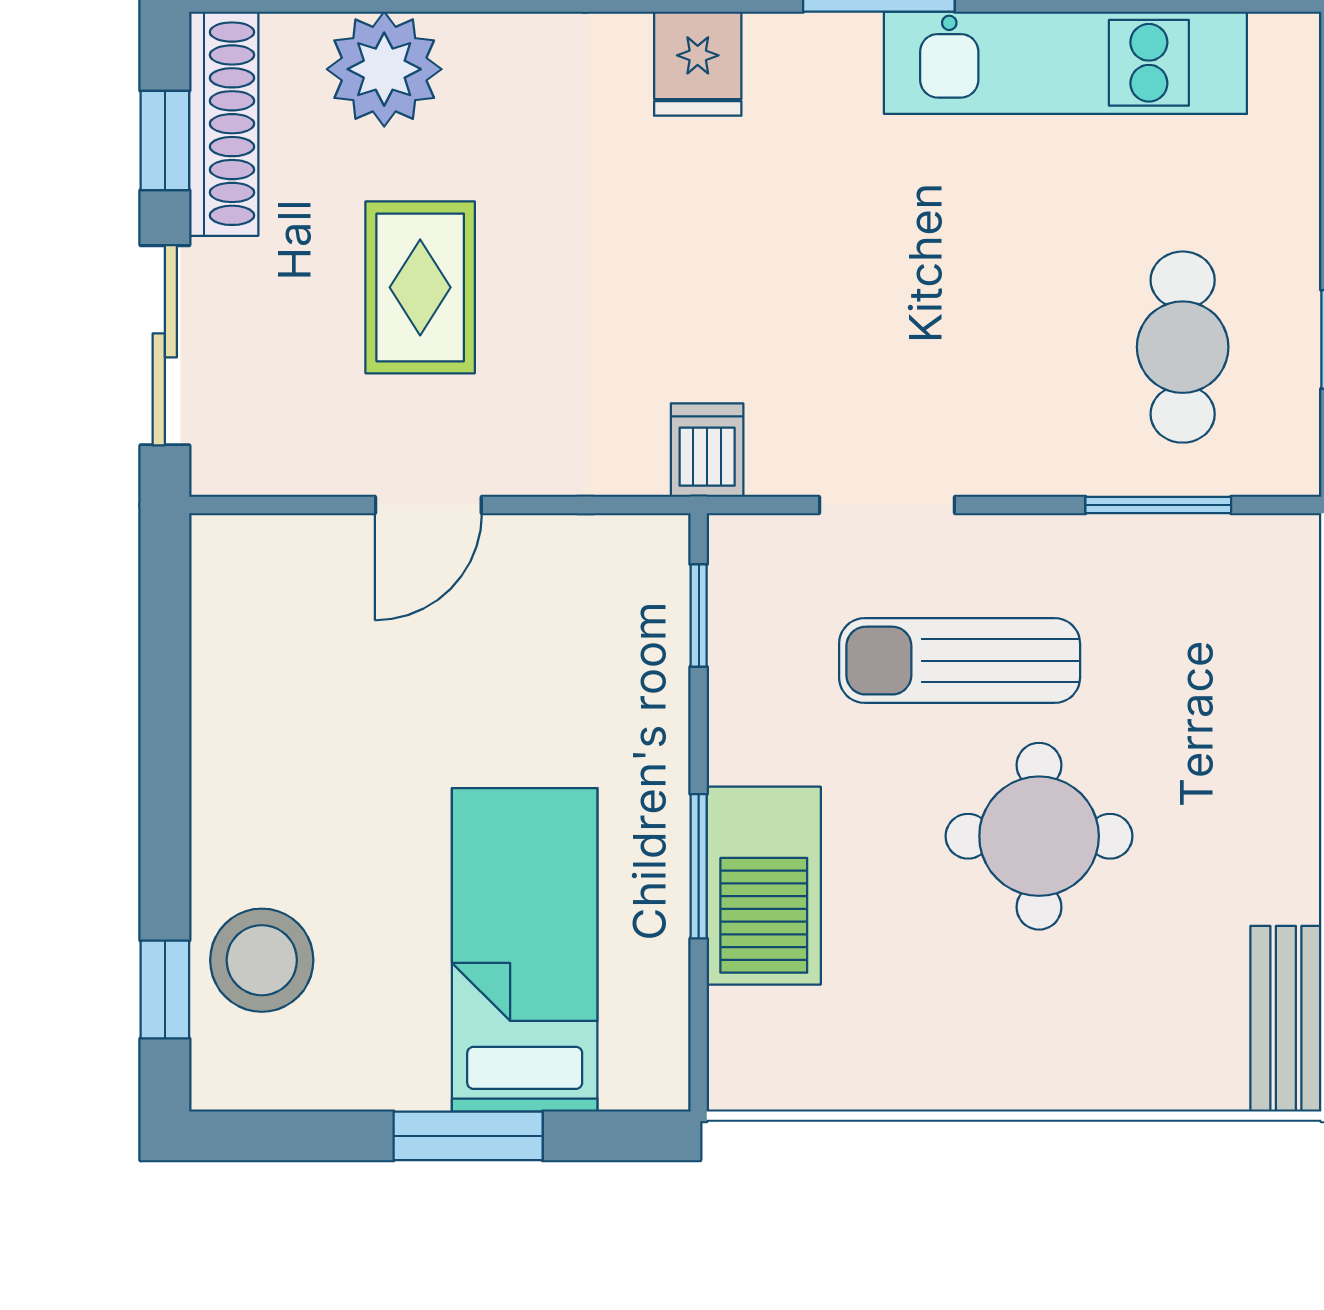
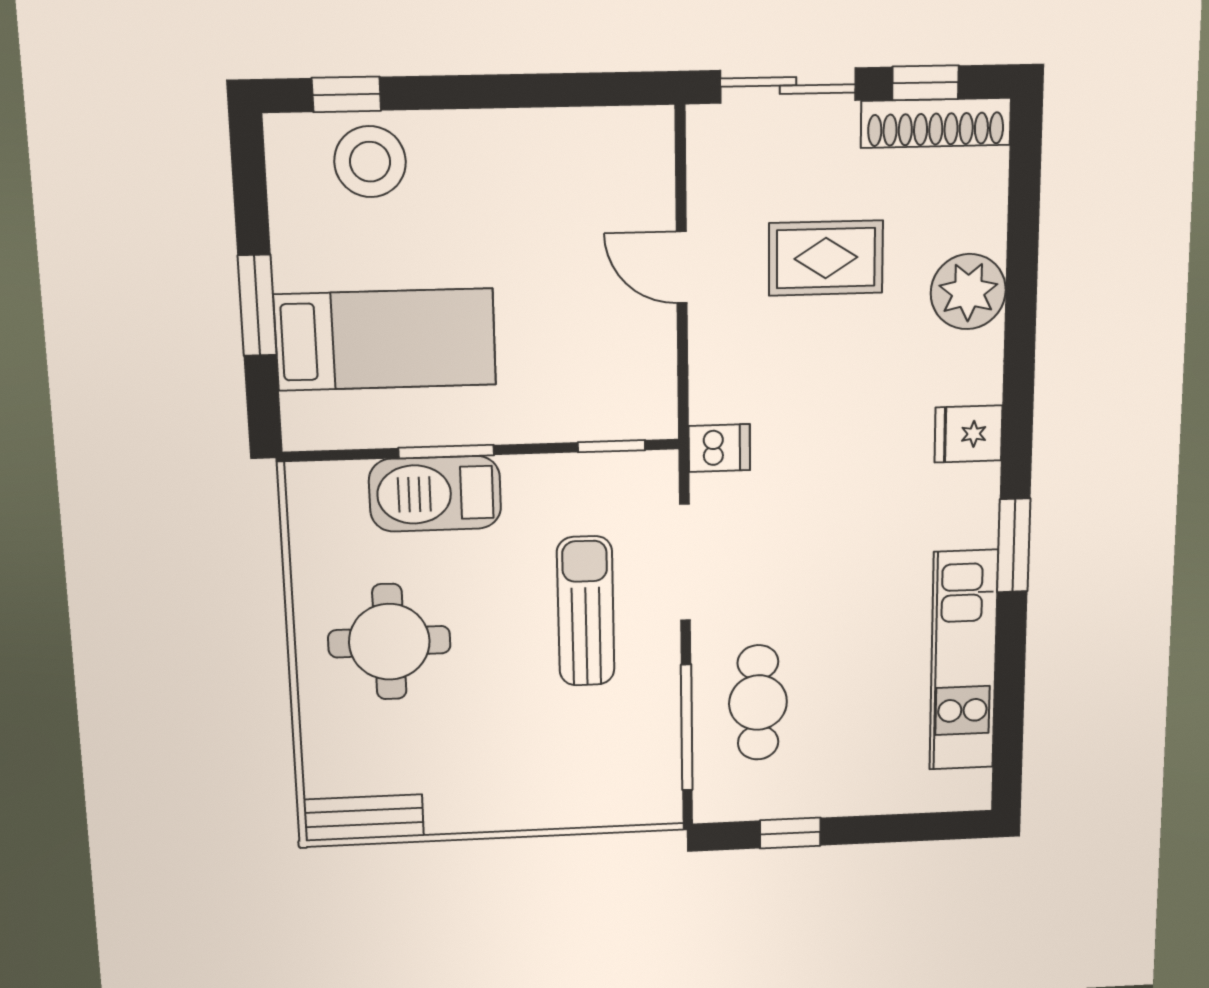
plant: (384, 69) -> (968, 292), moved
cafe table: (1183, 347) -> (758, 703), moved, turned 90
doorway: (887, 505) -> (685, 563), width x1.38
window: (1158, 505) -> (687, 728), width x1.44
round table: (1039, 836) -> (389, 642), moved

